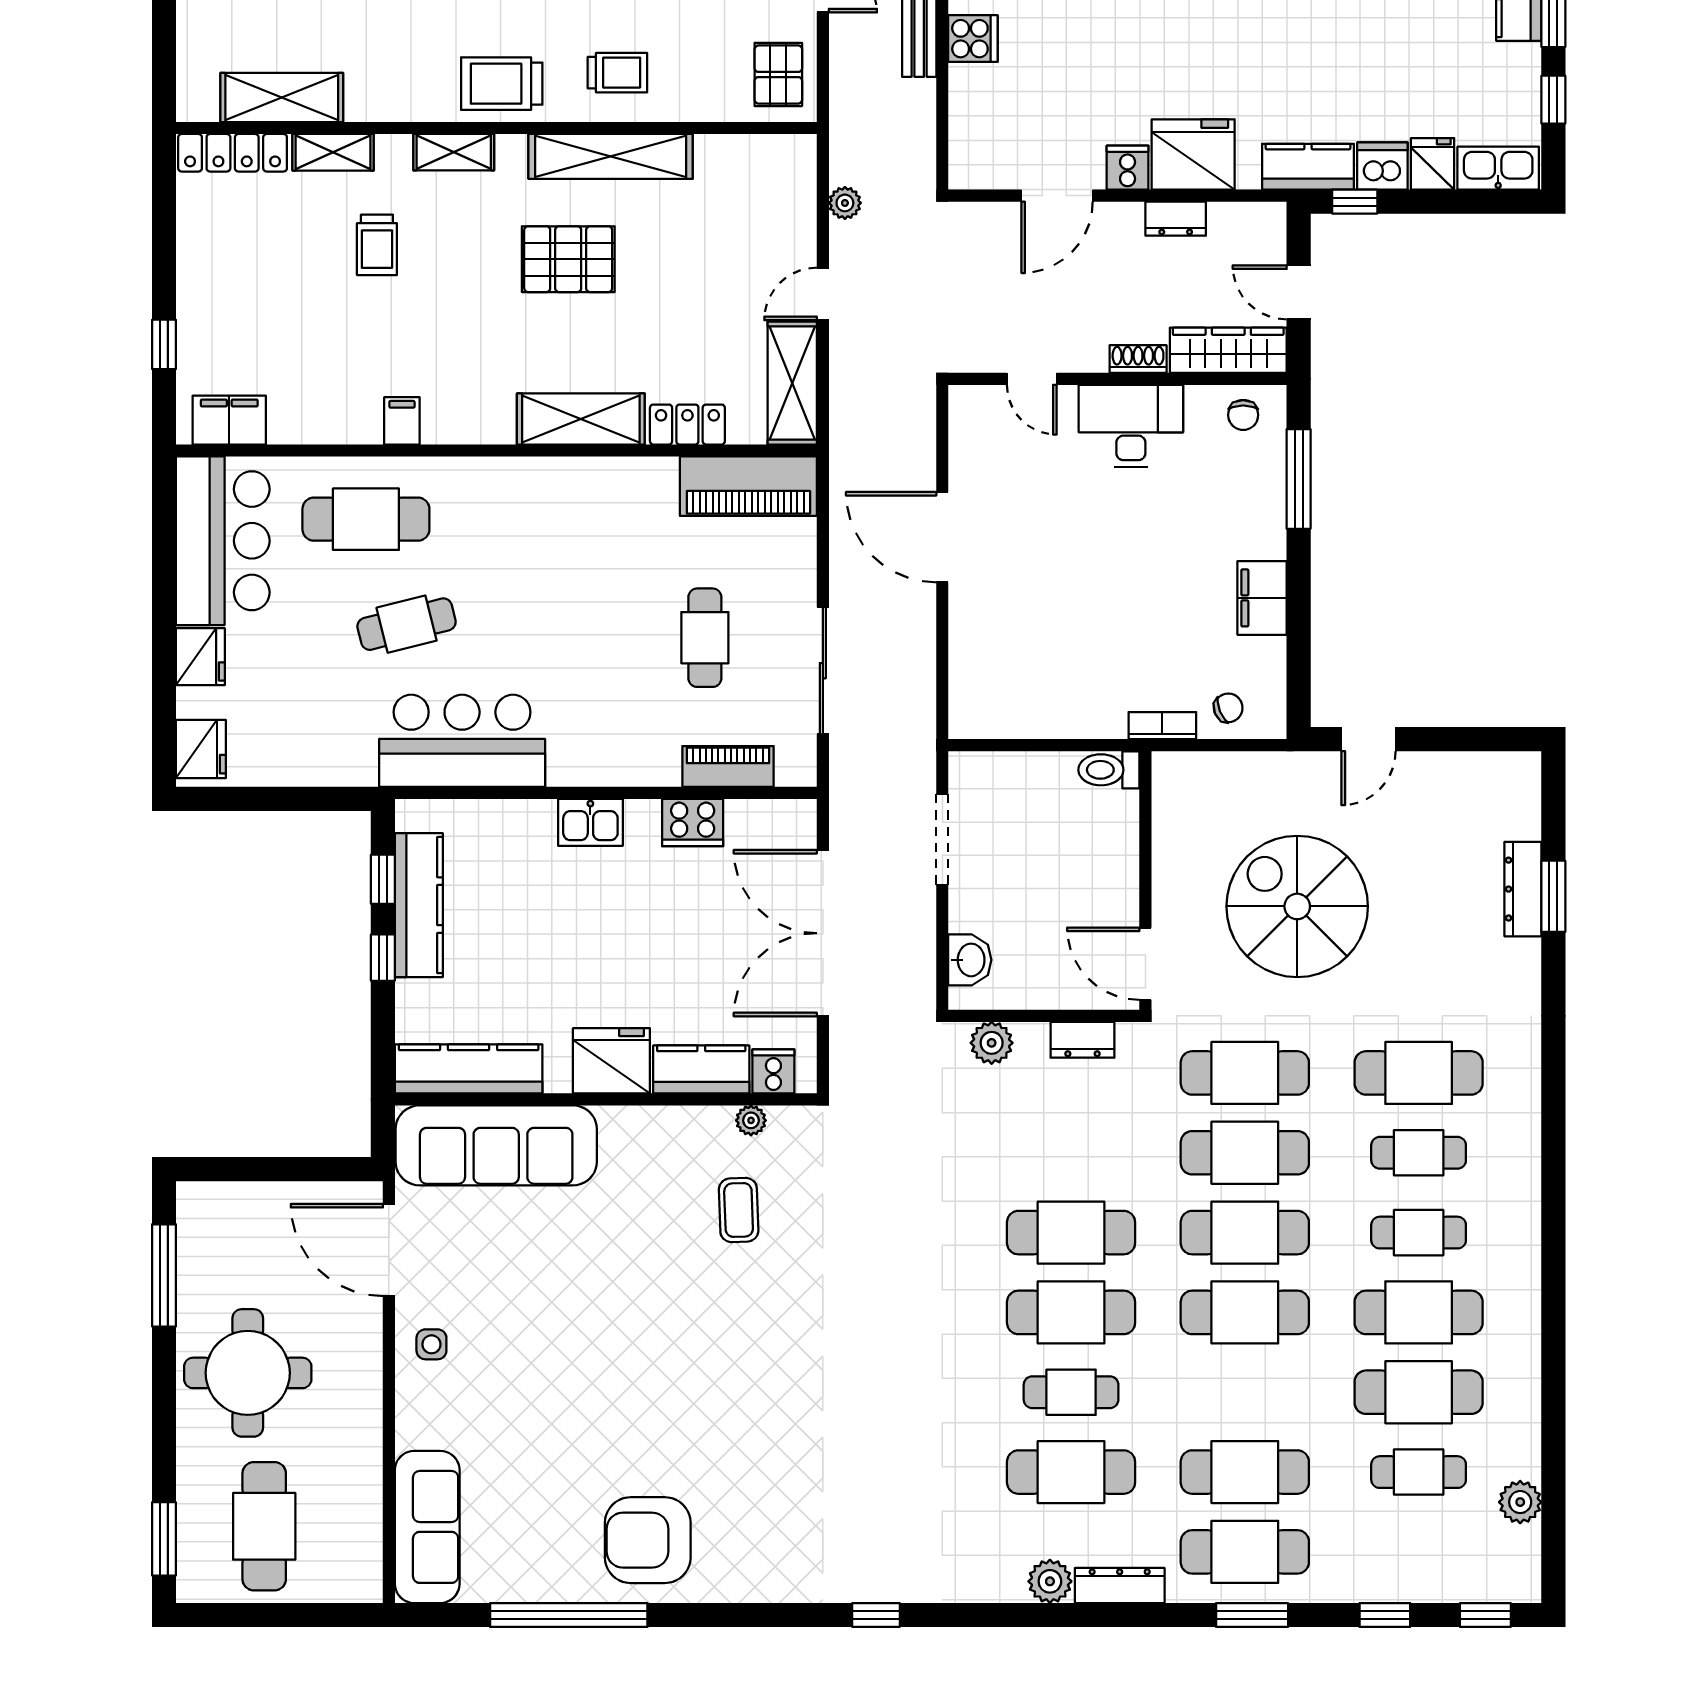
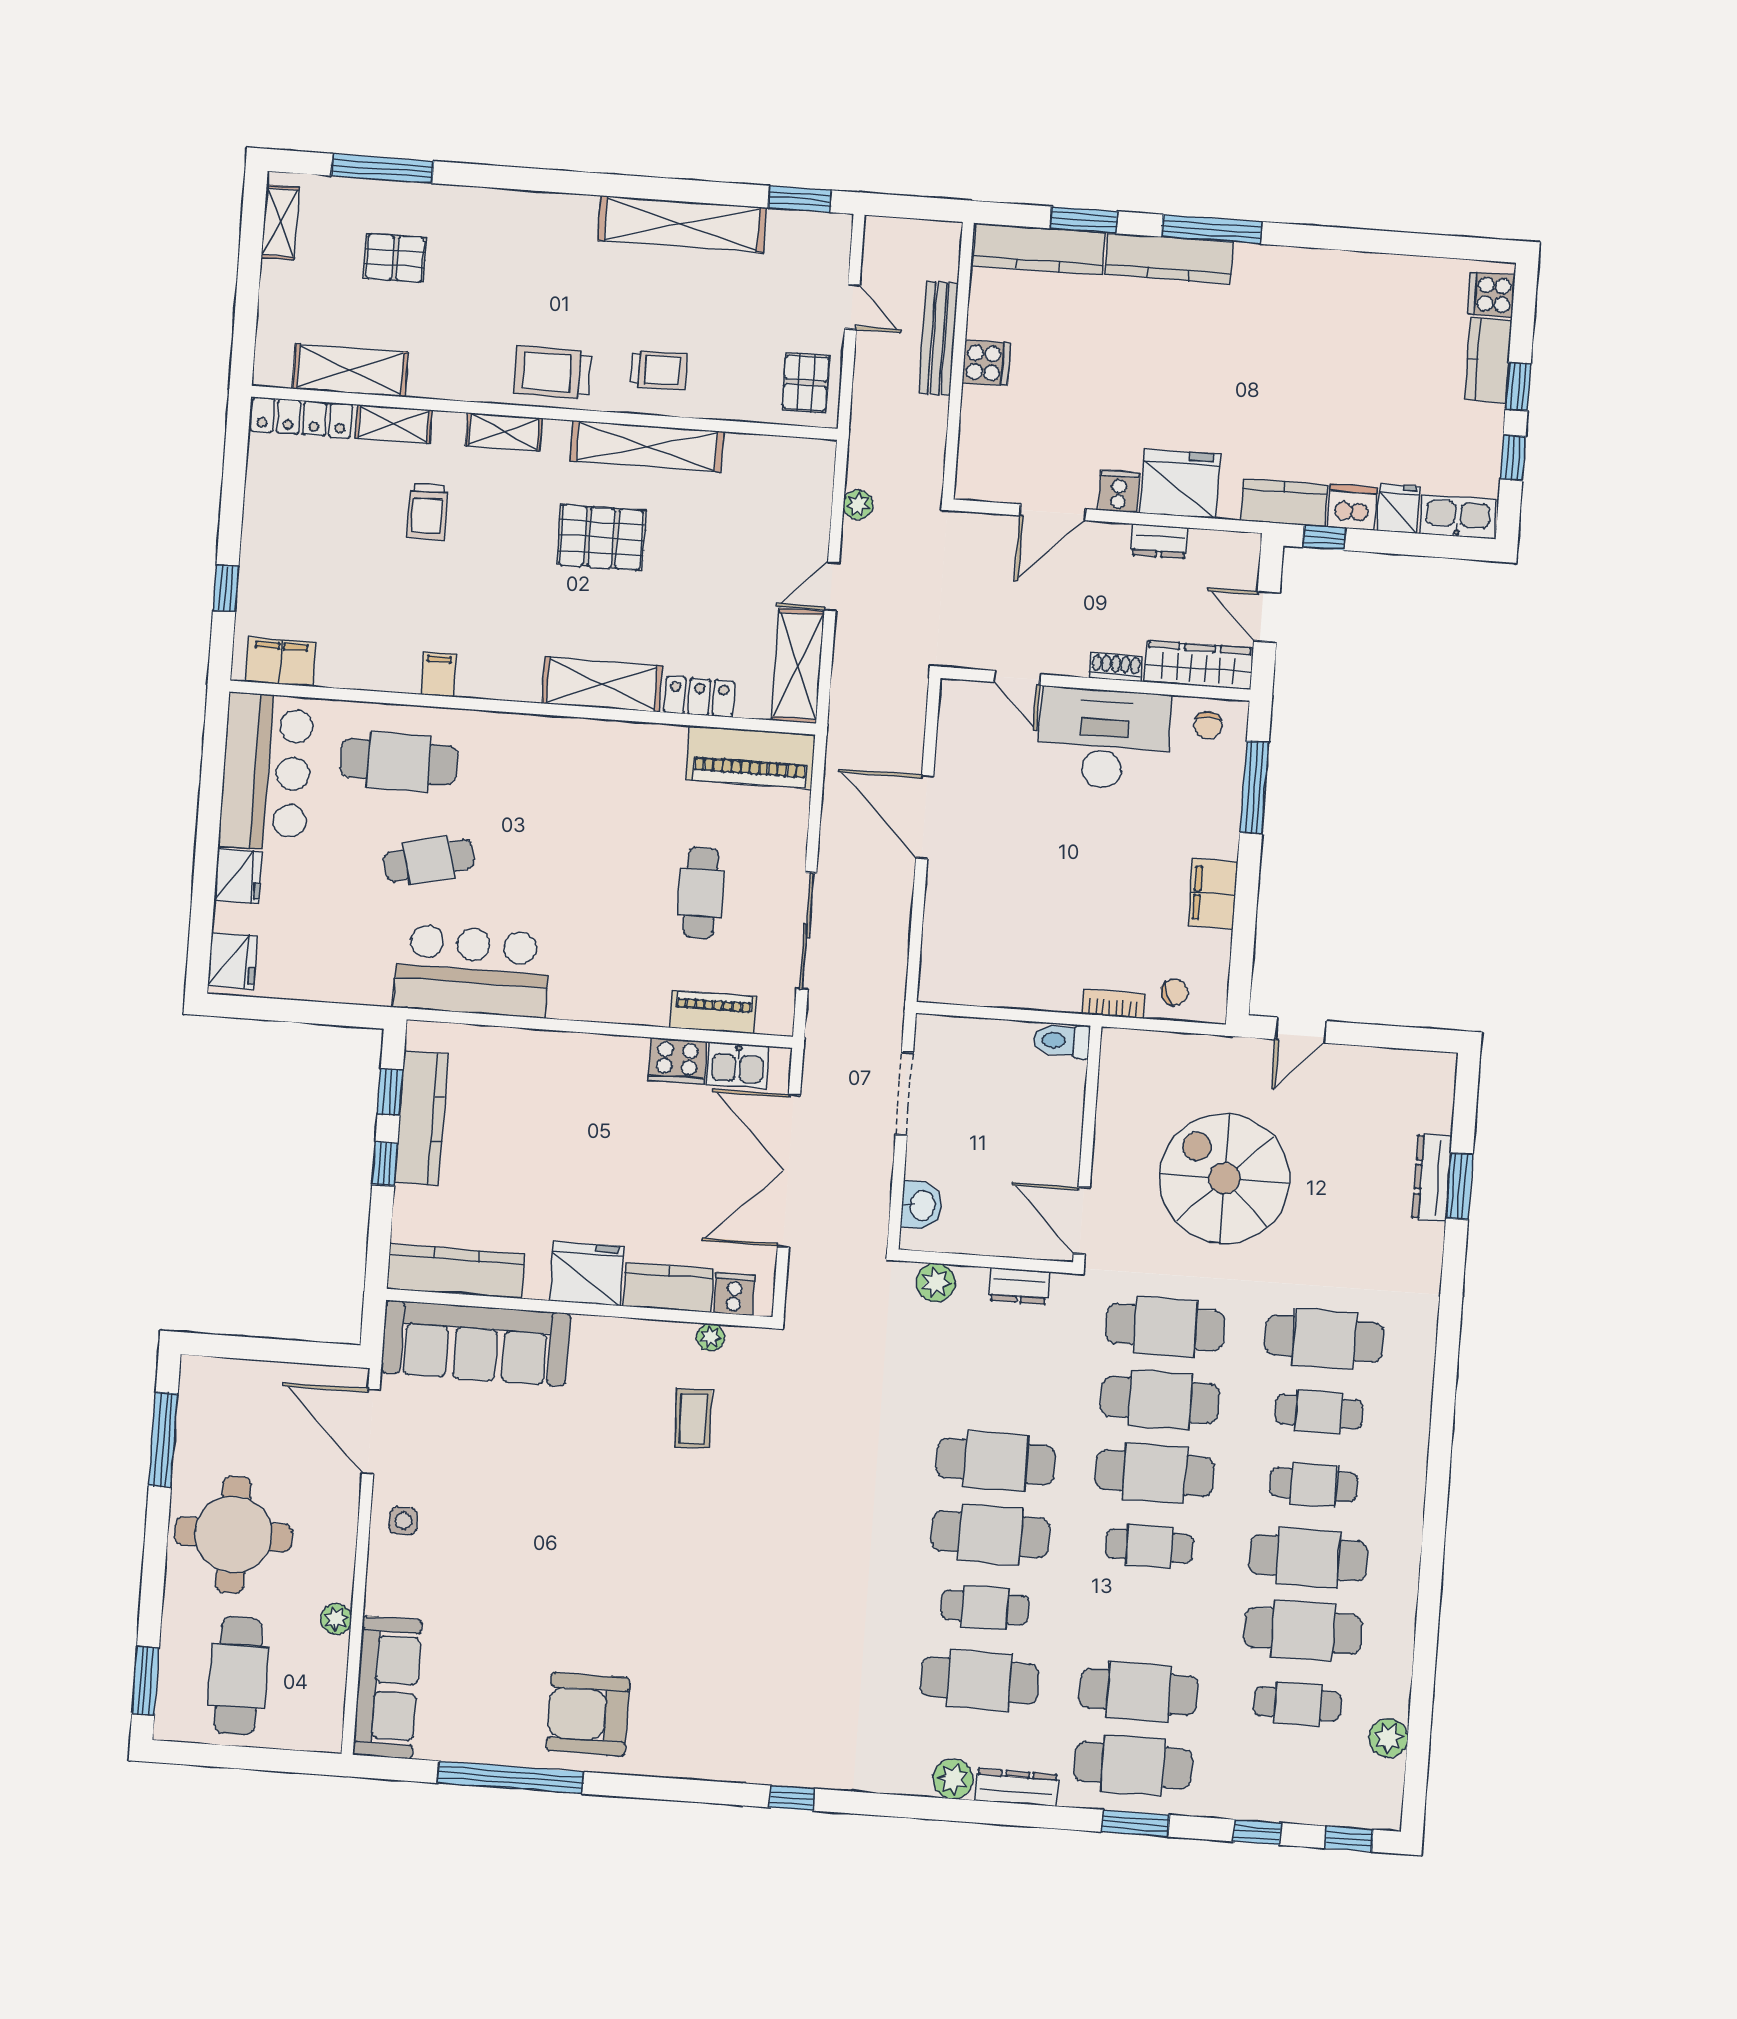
desk: (1131, 426) -> (1104, 739), width x1.36, depth x1.30
kitchen sink: (590, 822) -> (738, 1065), moved
cafe table: (1245, 1312) -> (1149, 1546), width x0.73, depth x0.74
plant: (366, 1457) -> (336, 1619), added

